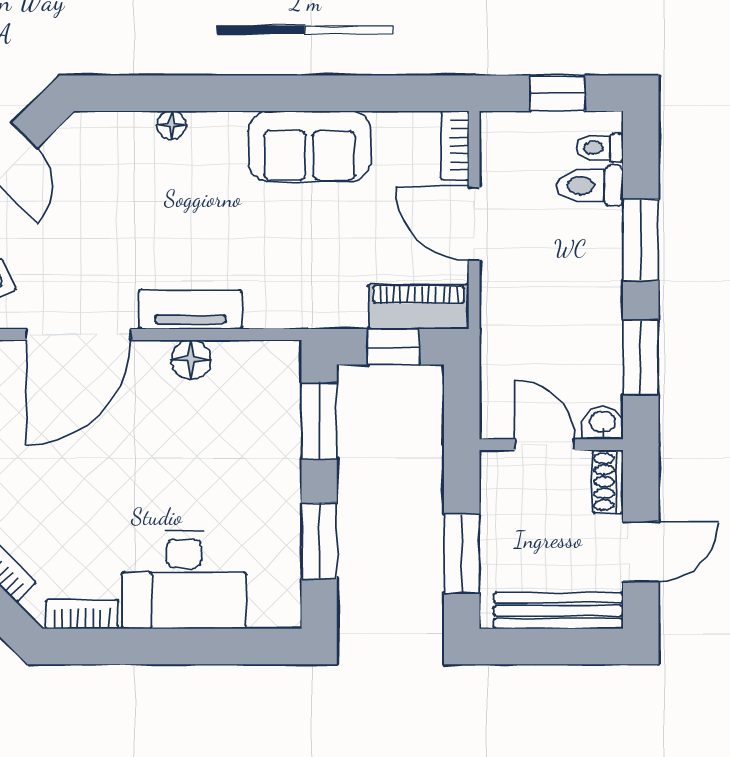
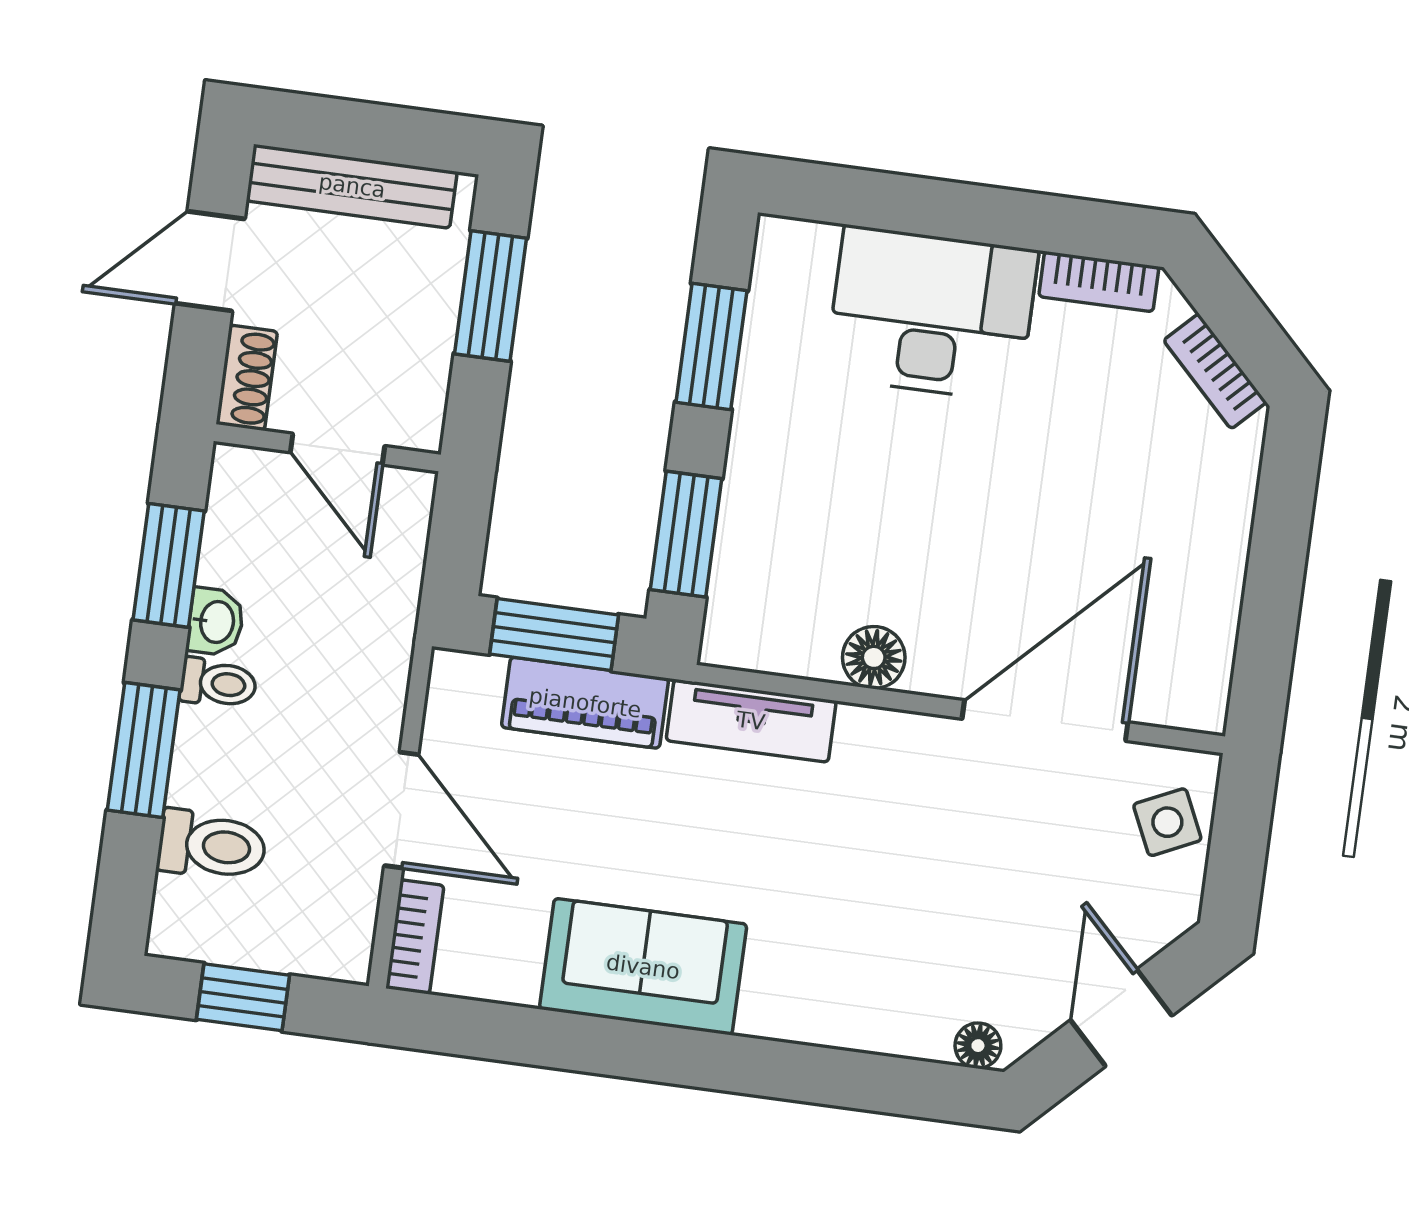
floor lamp: (171, 125) -> (978, 1046), moved
toilet: (600, 148) -> (218, 683), moved
piano: (418, 307) -> (585, 703), moved
tv unit: (191, 310) -> (751, 721), moved
window: (393, 347) -> (554, 634), width x1.50
washbasin: (603, 423) -> (216, 622), moved, turned -90

